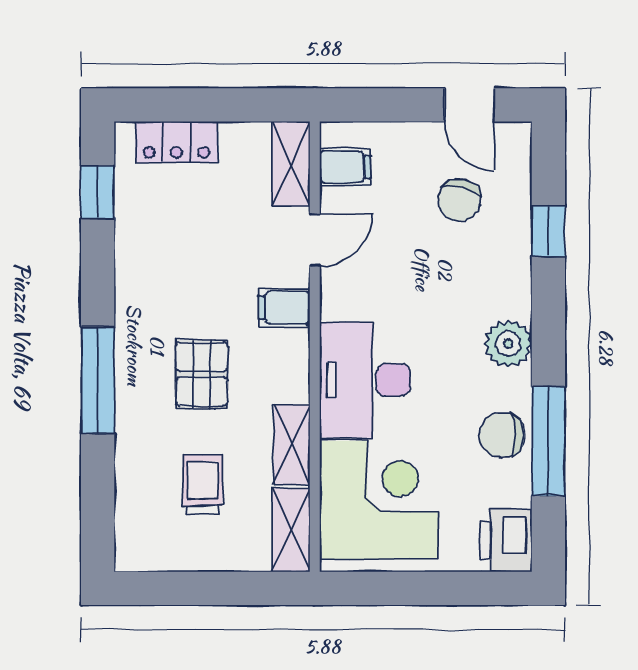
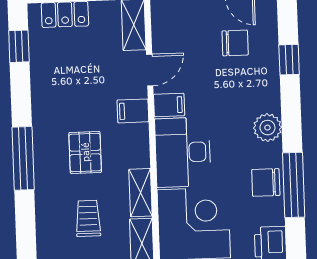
filing cabinet: (345, 167) -> (169, 105), moved
chair: (459, 200) -> (235, 43), turned -102

